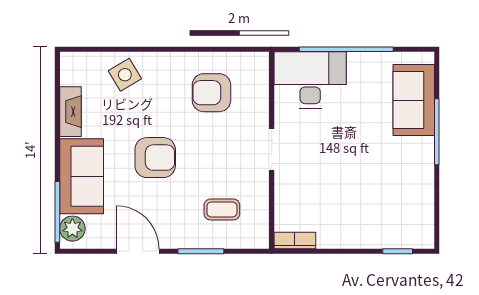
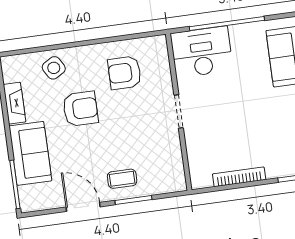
armchair: (155, 158) -> (80, 109), moved
coffee table: (222, 209) -> (122, 179), moved
plant: (72, 229) -> (29, 196), removed
bookcase: (295, 240) -> (239, 177), moved, width x1.56

